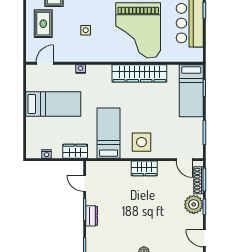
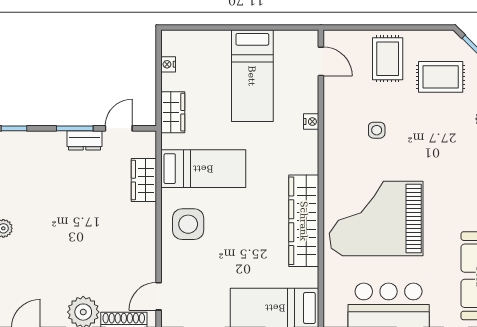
rug: (43, 24) -> (388, 59), turned 90
wardrobe: (144, 168) -> (144, 180), moved
dresser: (92, 216) -> (84, 140), moved

